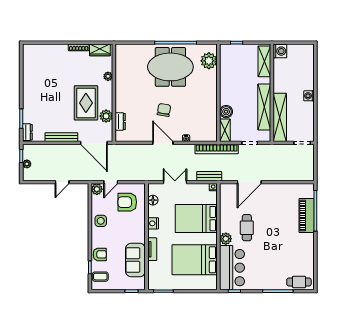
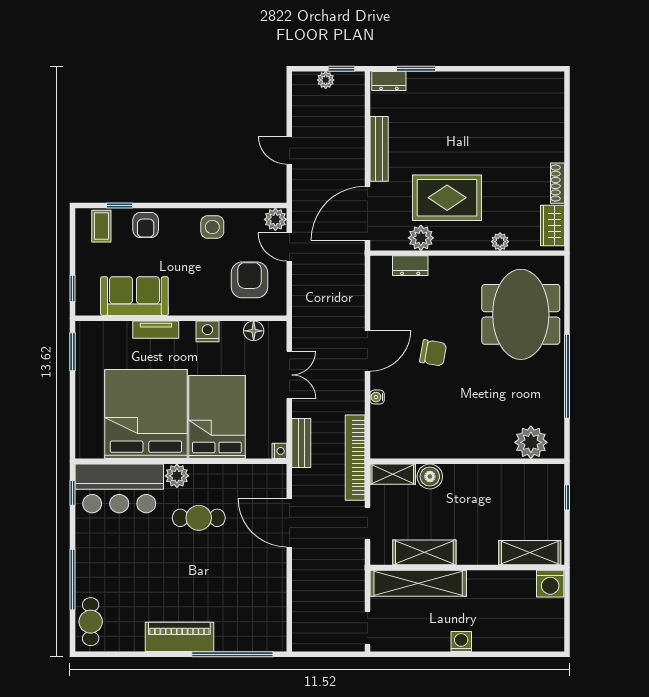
meeting table: (170, 67) -> (521, 314), moved
shelving: (264, 107) -> (424, 552), width x0.68
piano: (307, 216) -> (179, 637), moved
bed: (195, 260) -> (146, 414), width x1.36

